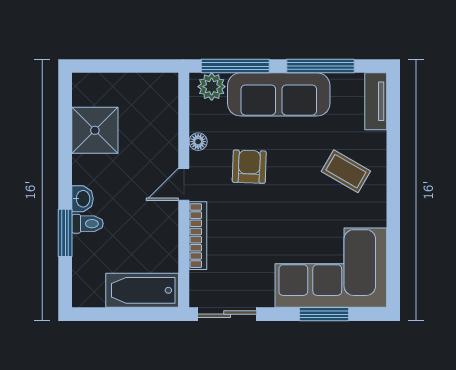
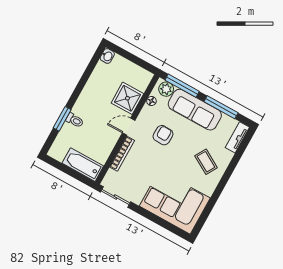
shower: (95, 130) -> (127, 98), moved
floor lamp: (198, 142) -> (151, 101), moved
washbasin: (82, 199) -> (107, 56), moved
window: (324, 314) -> (160, 221), removed

